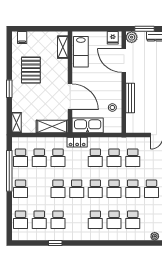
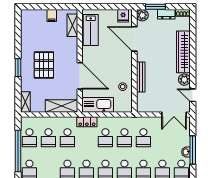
filing cabinet: (22, 37) -> (52, 16), moved
pallet: (31, 70) -> (44, 65), moved

